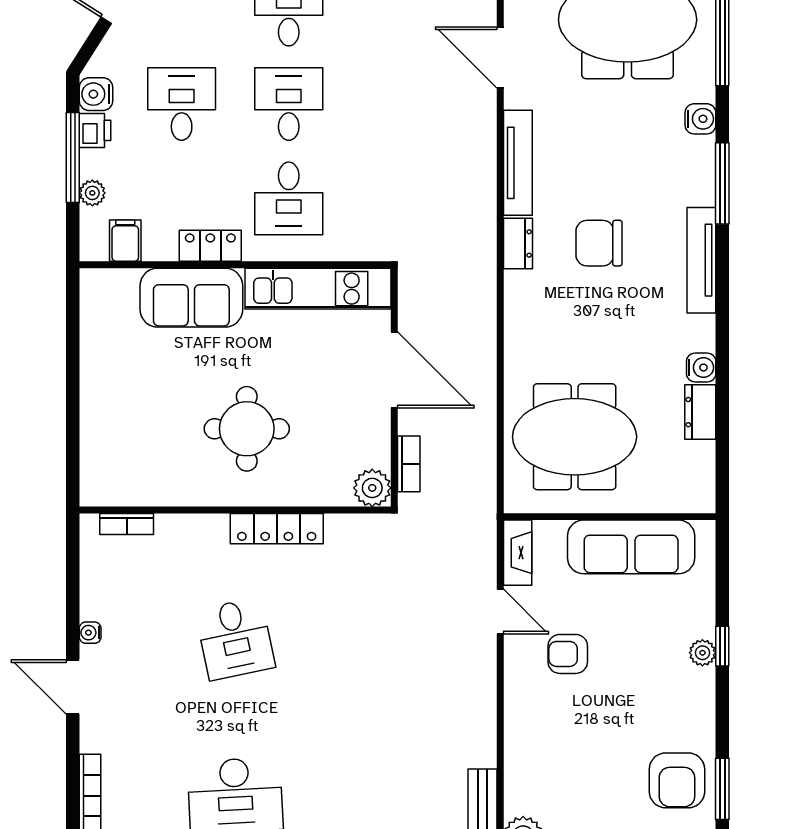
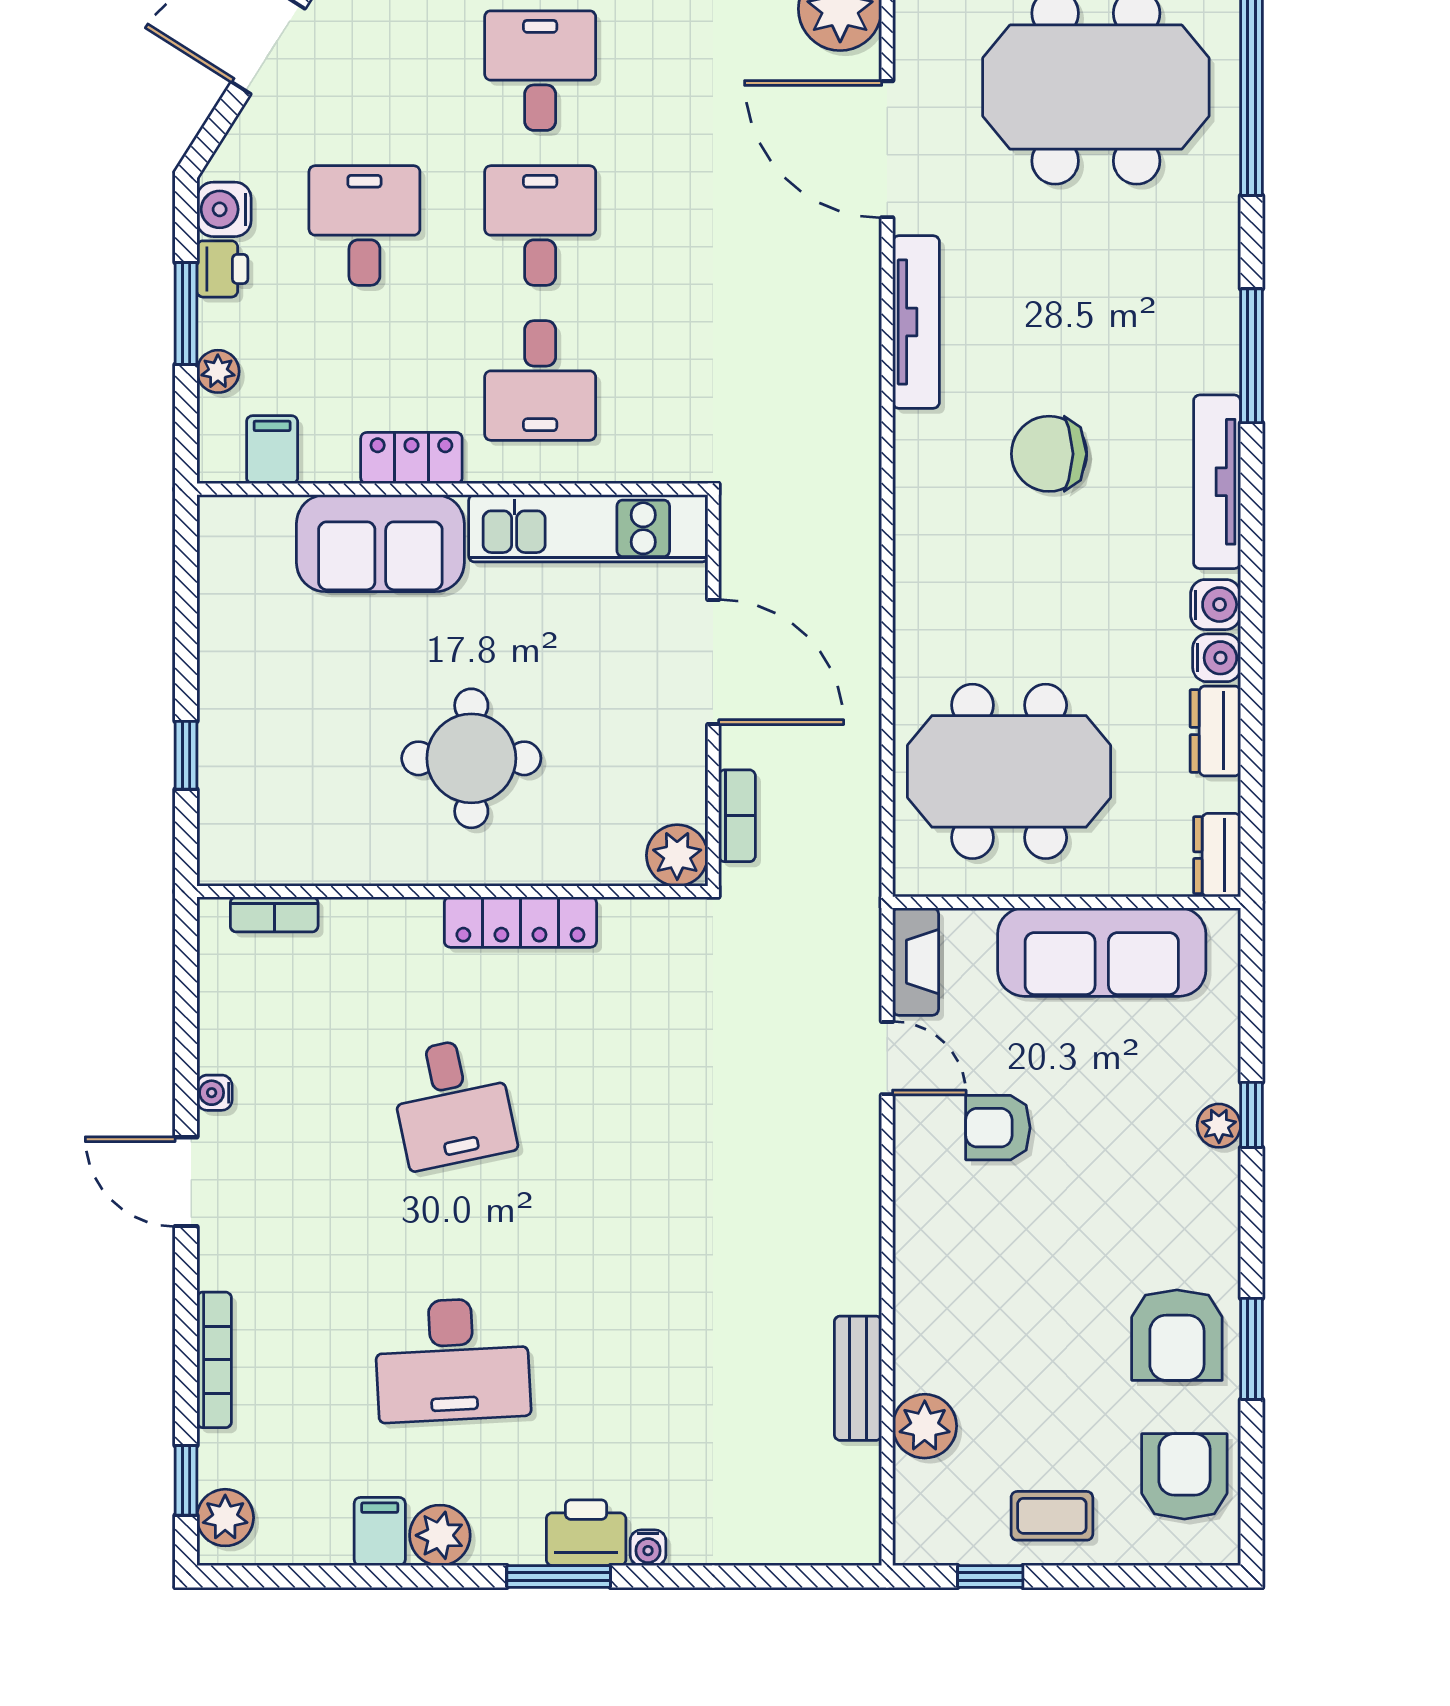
door: (500, 57) -> (887, 149), width x1.36
water cooler: (700, 119) -> (1216, 605), moved
window: (73, 158) -> (186, 313), width x0.69
dresser: (518, 243) -> (1217, 855), moved, turned 180
window: (73, 427) -> (186, 755), added

